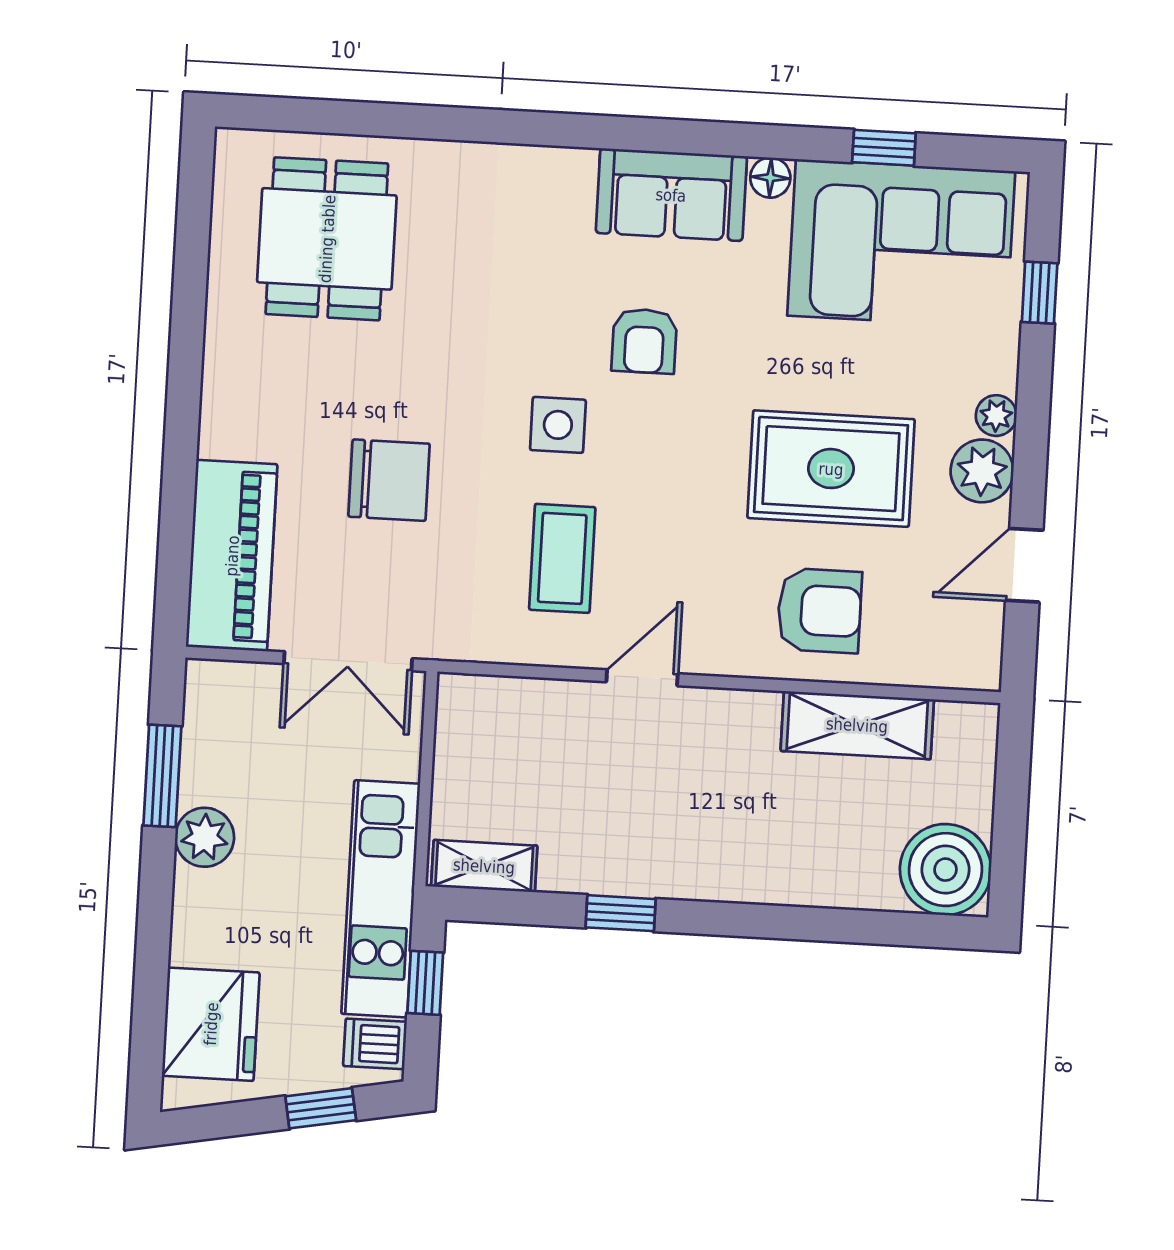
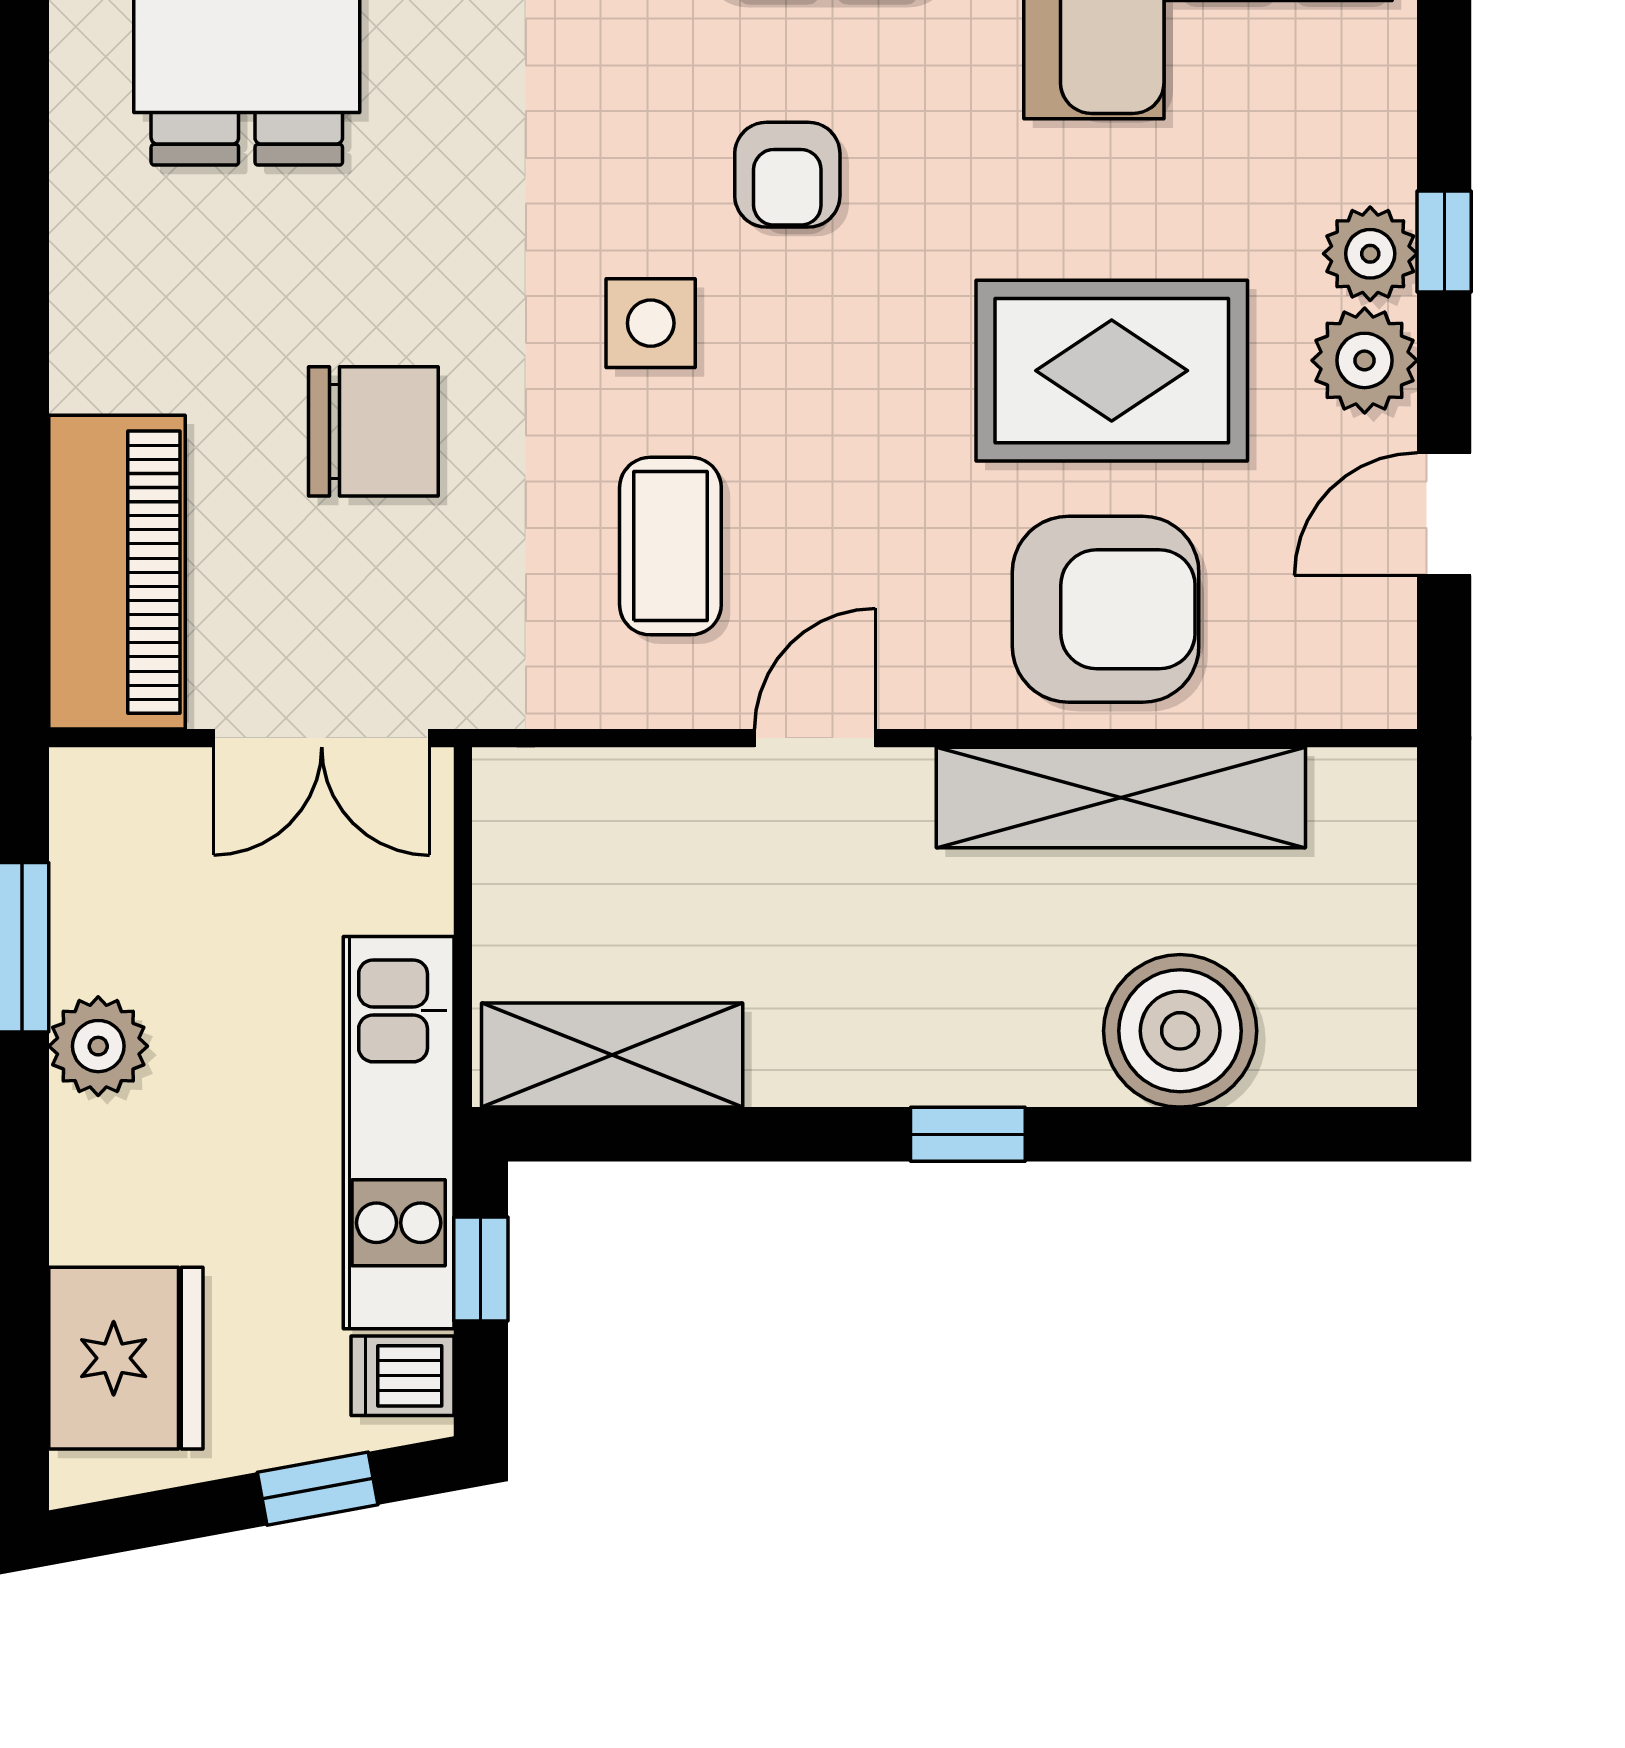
window: (1040, 293) -> (1444, 241), moved
plant: (996, 416) -> (1370, 254), width x1.38, depth x1.38
armchair: (819, 611) -> (1106, 609), width x1.36, depth x1.36
shelving: (857, 725) -> (1121, 797), width x1.47
shelving: (484, 866) -> (612, 1055), width x1.50, depth x1.33
boiler: (945, 870) -> (1180, 1031), moved
window: (621, 913) -> (968, 1134), moved

